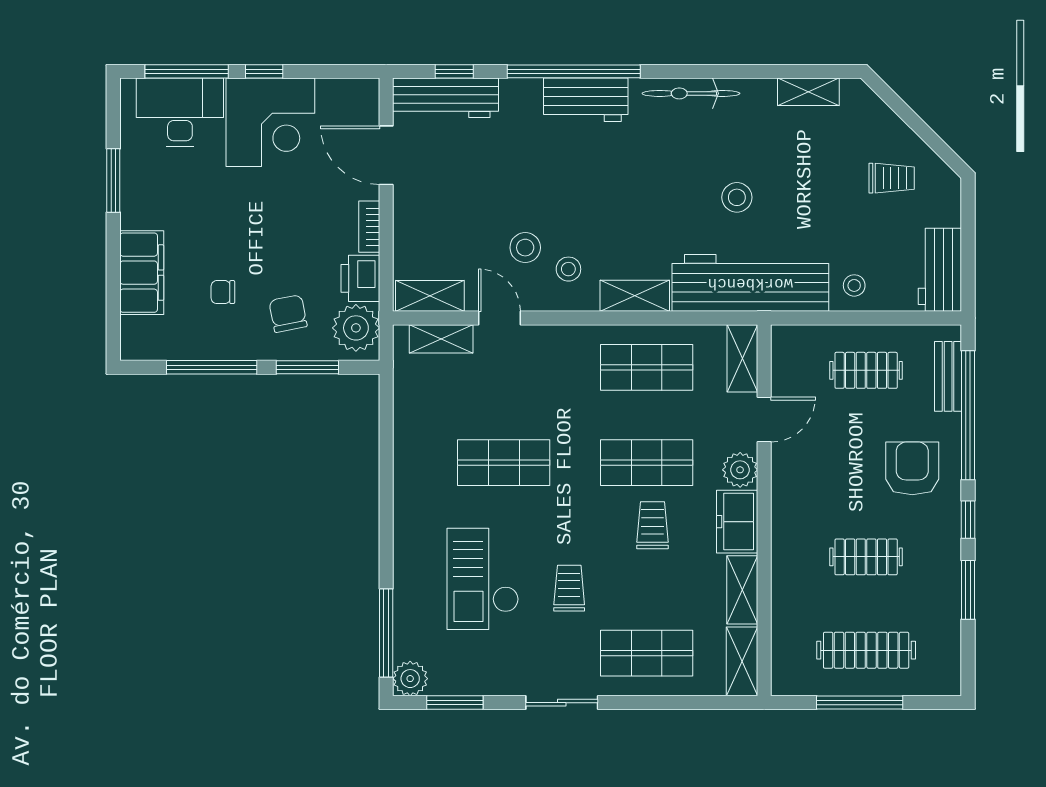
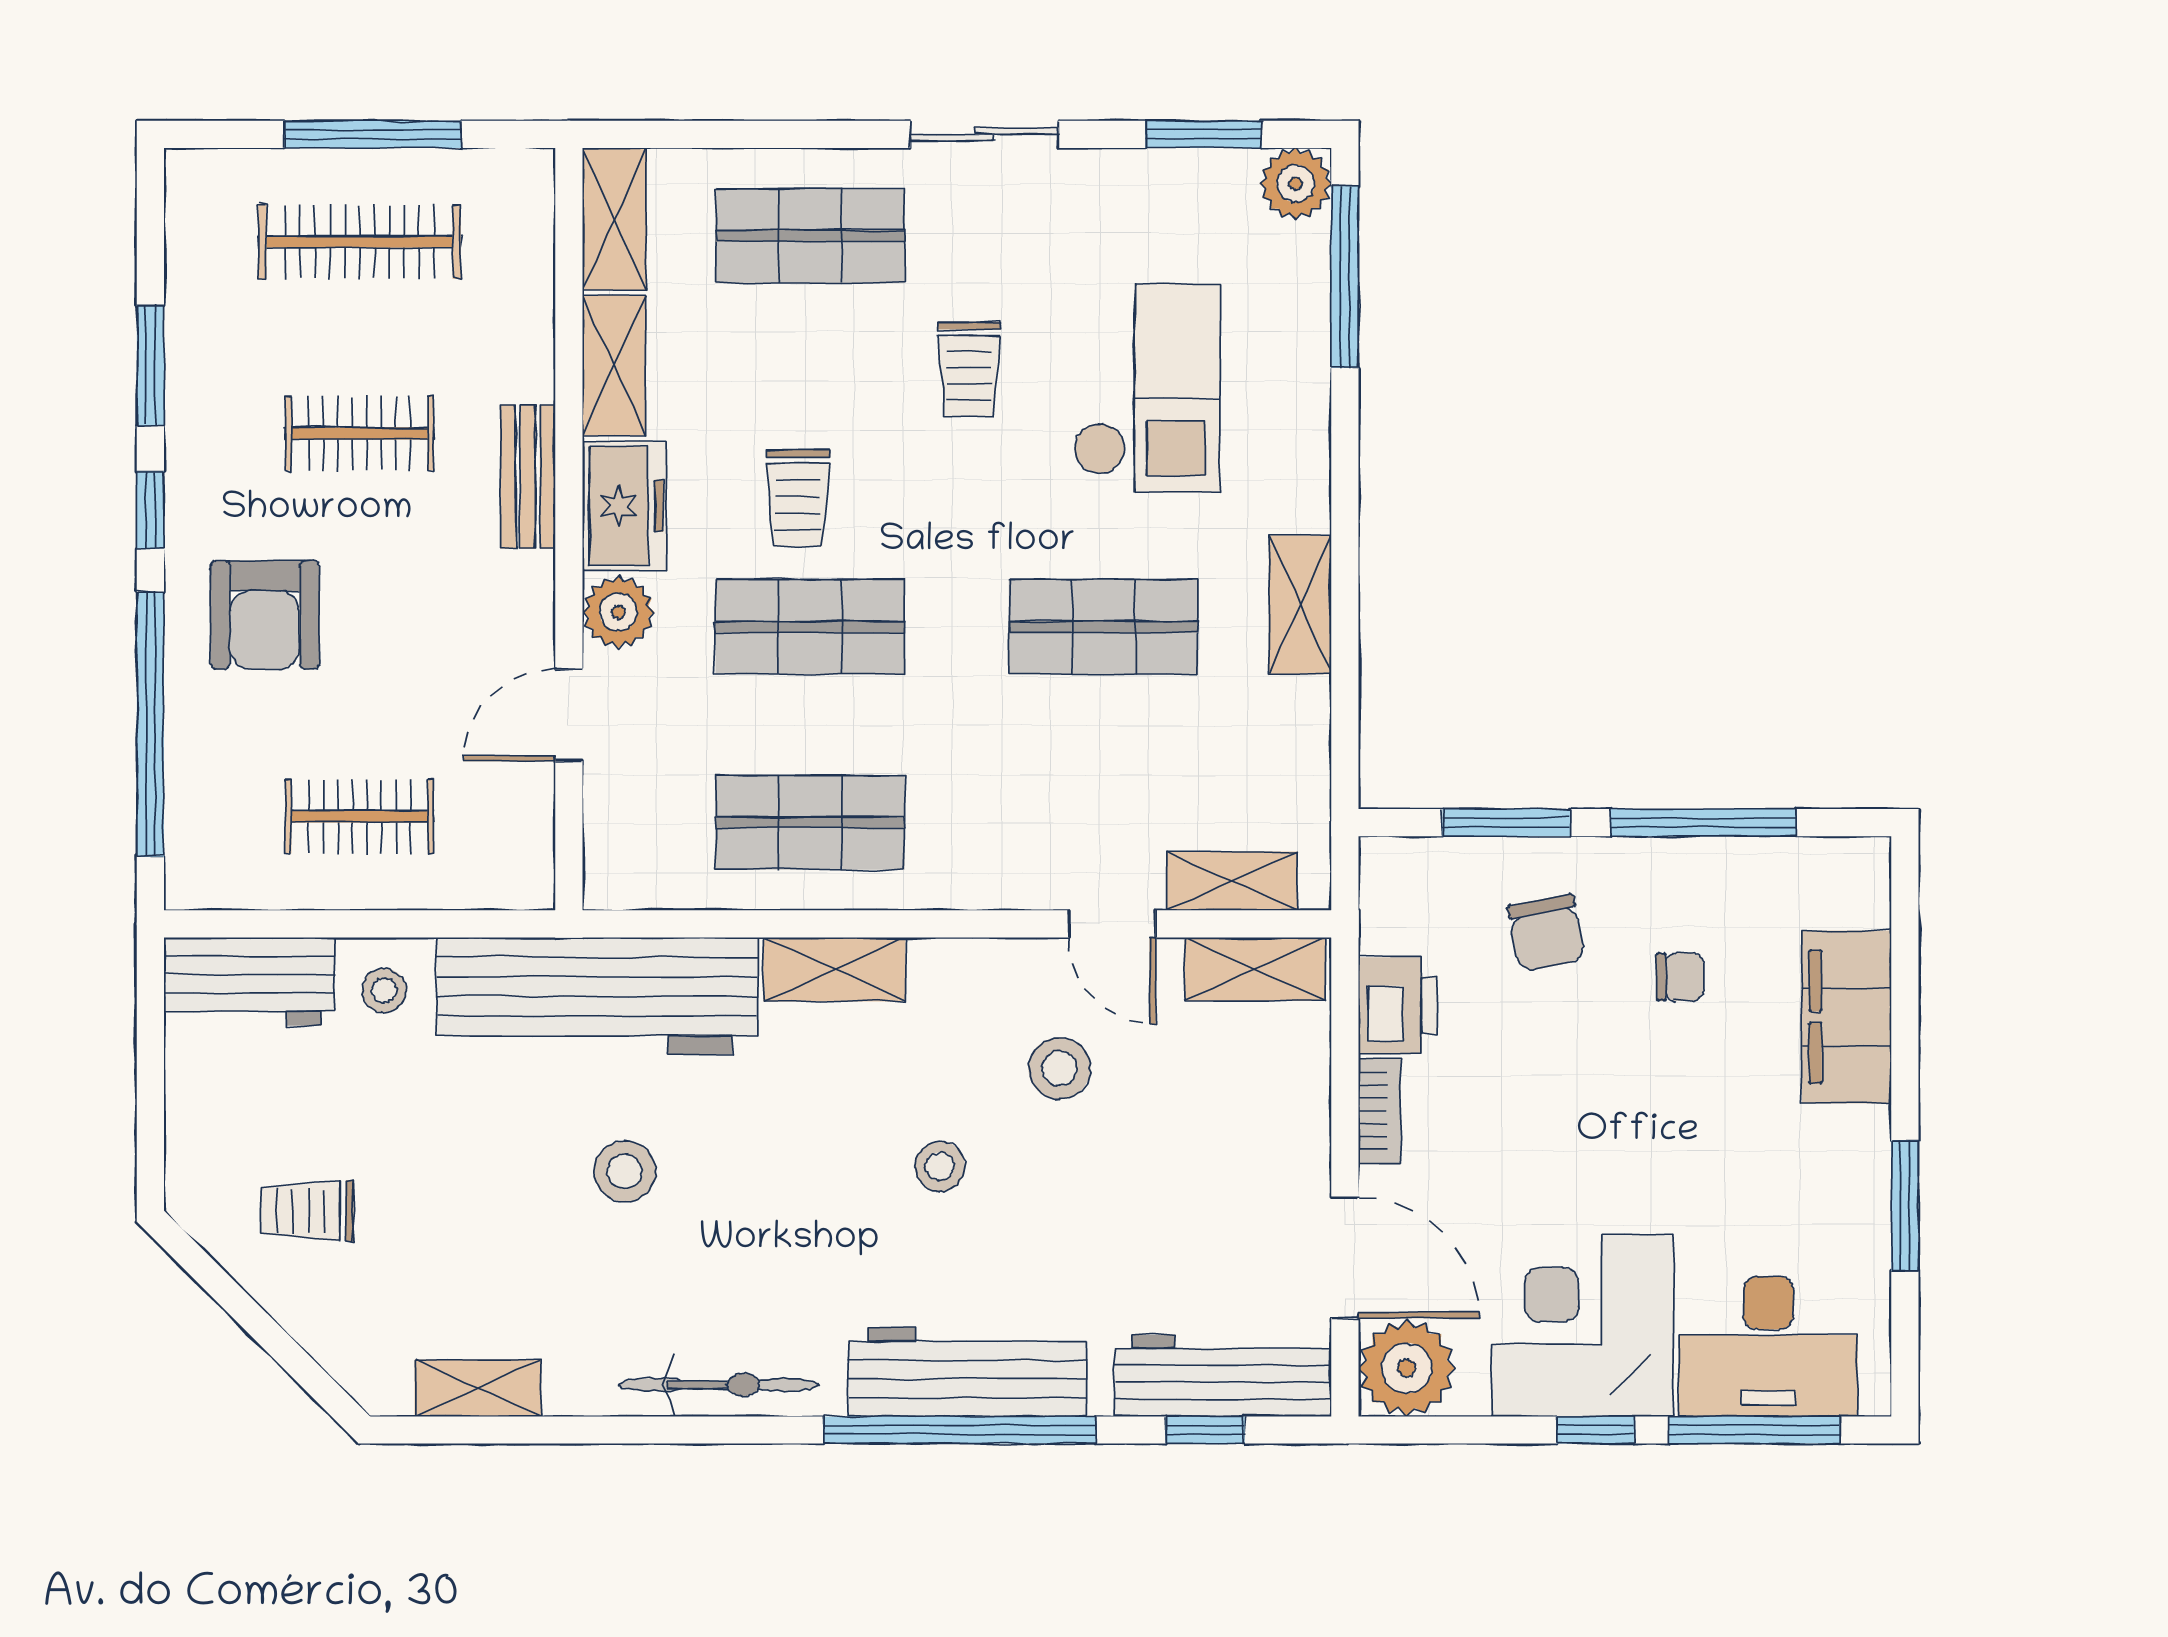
workbench: (586, 100) -> (968, 1372), width x1.38
stool: (568, 269) -> (940, 1166), moved
workbench: (940, 270) -> (249, 981), moved, turned 90
plant: (356, 328) -> (1407, 1368), moved
shelving: (742, 358) -> (1300, 605), moved
bench: (948, 376) -> (528, 477), moved

